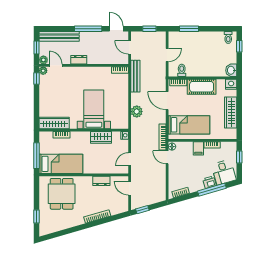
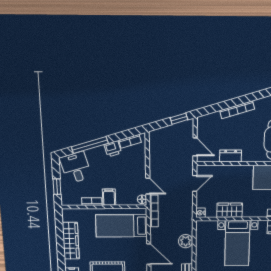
printer: (209, 182) -> (113, 149), moved

